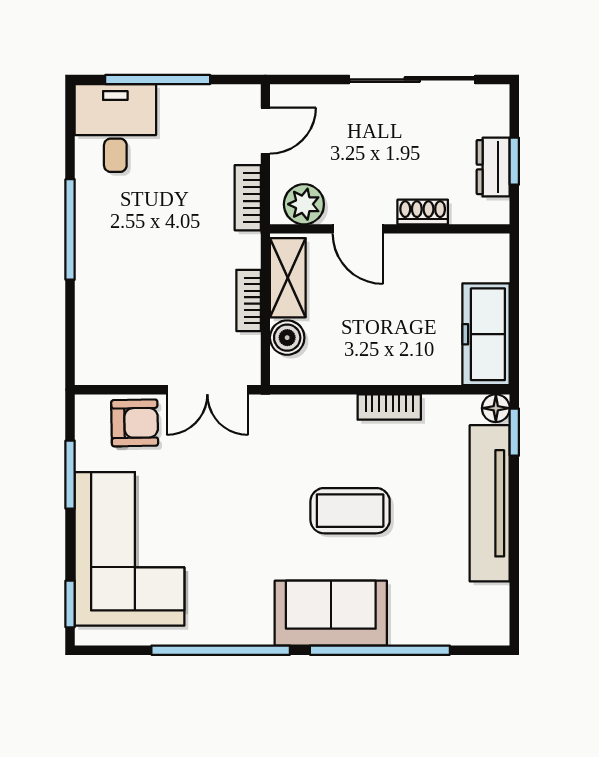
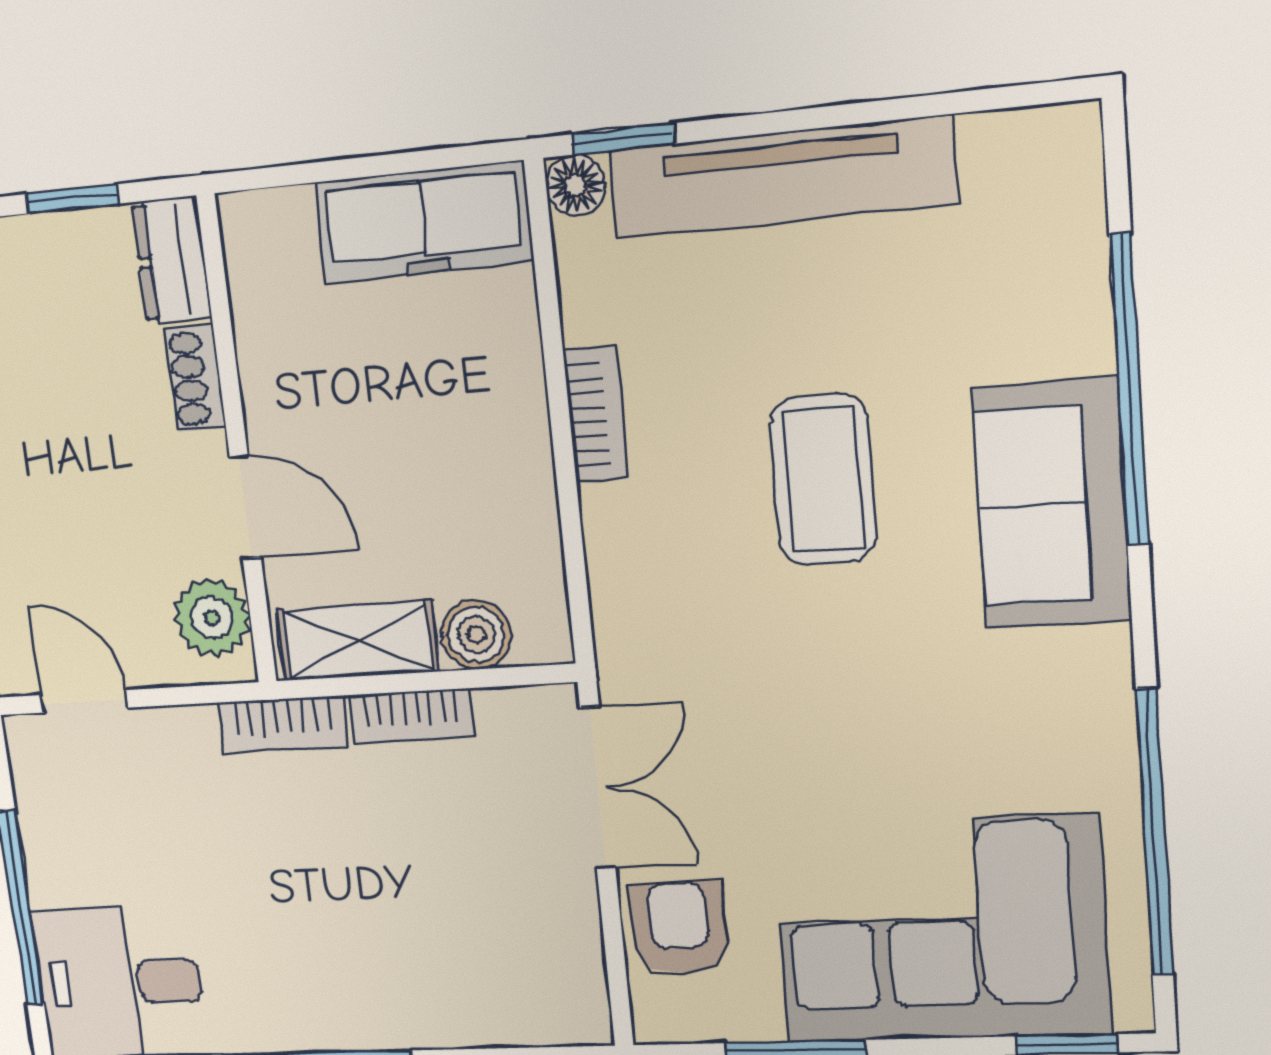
dresser: (493, 167) -> (172, 260), moved, turned 90
bookcase: (248, 198) -> (283, 724), moved
door: (358, 229) -> (245, 507), hinge flipped
window: (221, 650) -> (1155, 833), moved

